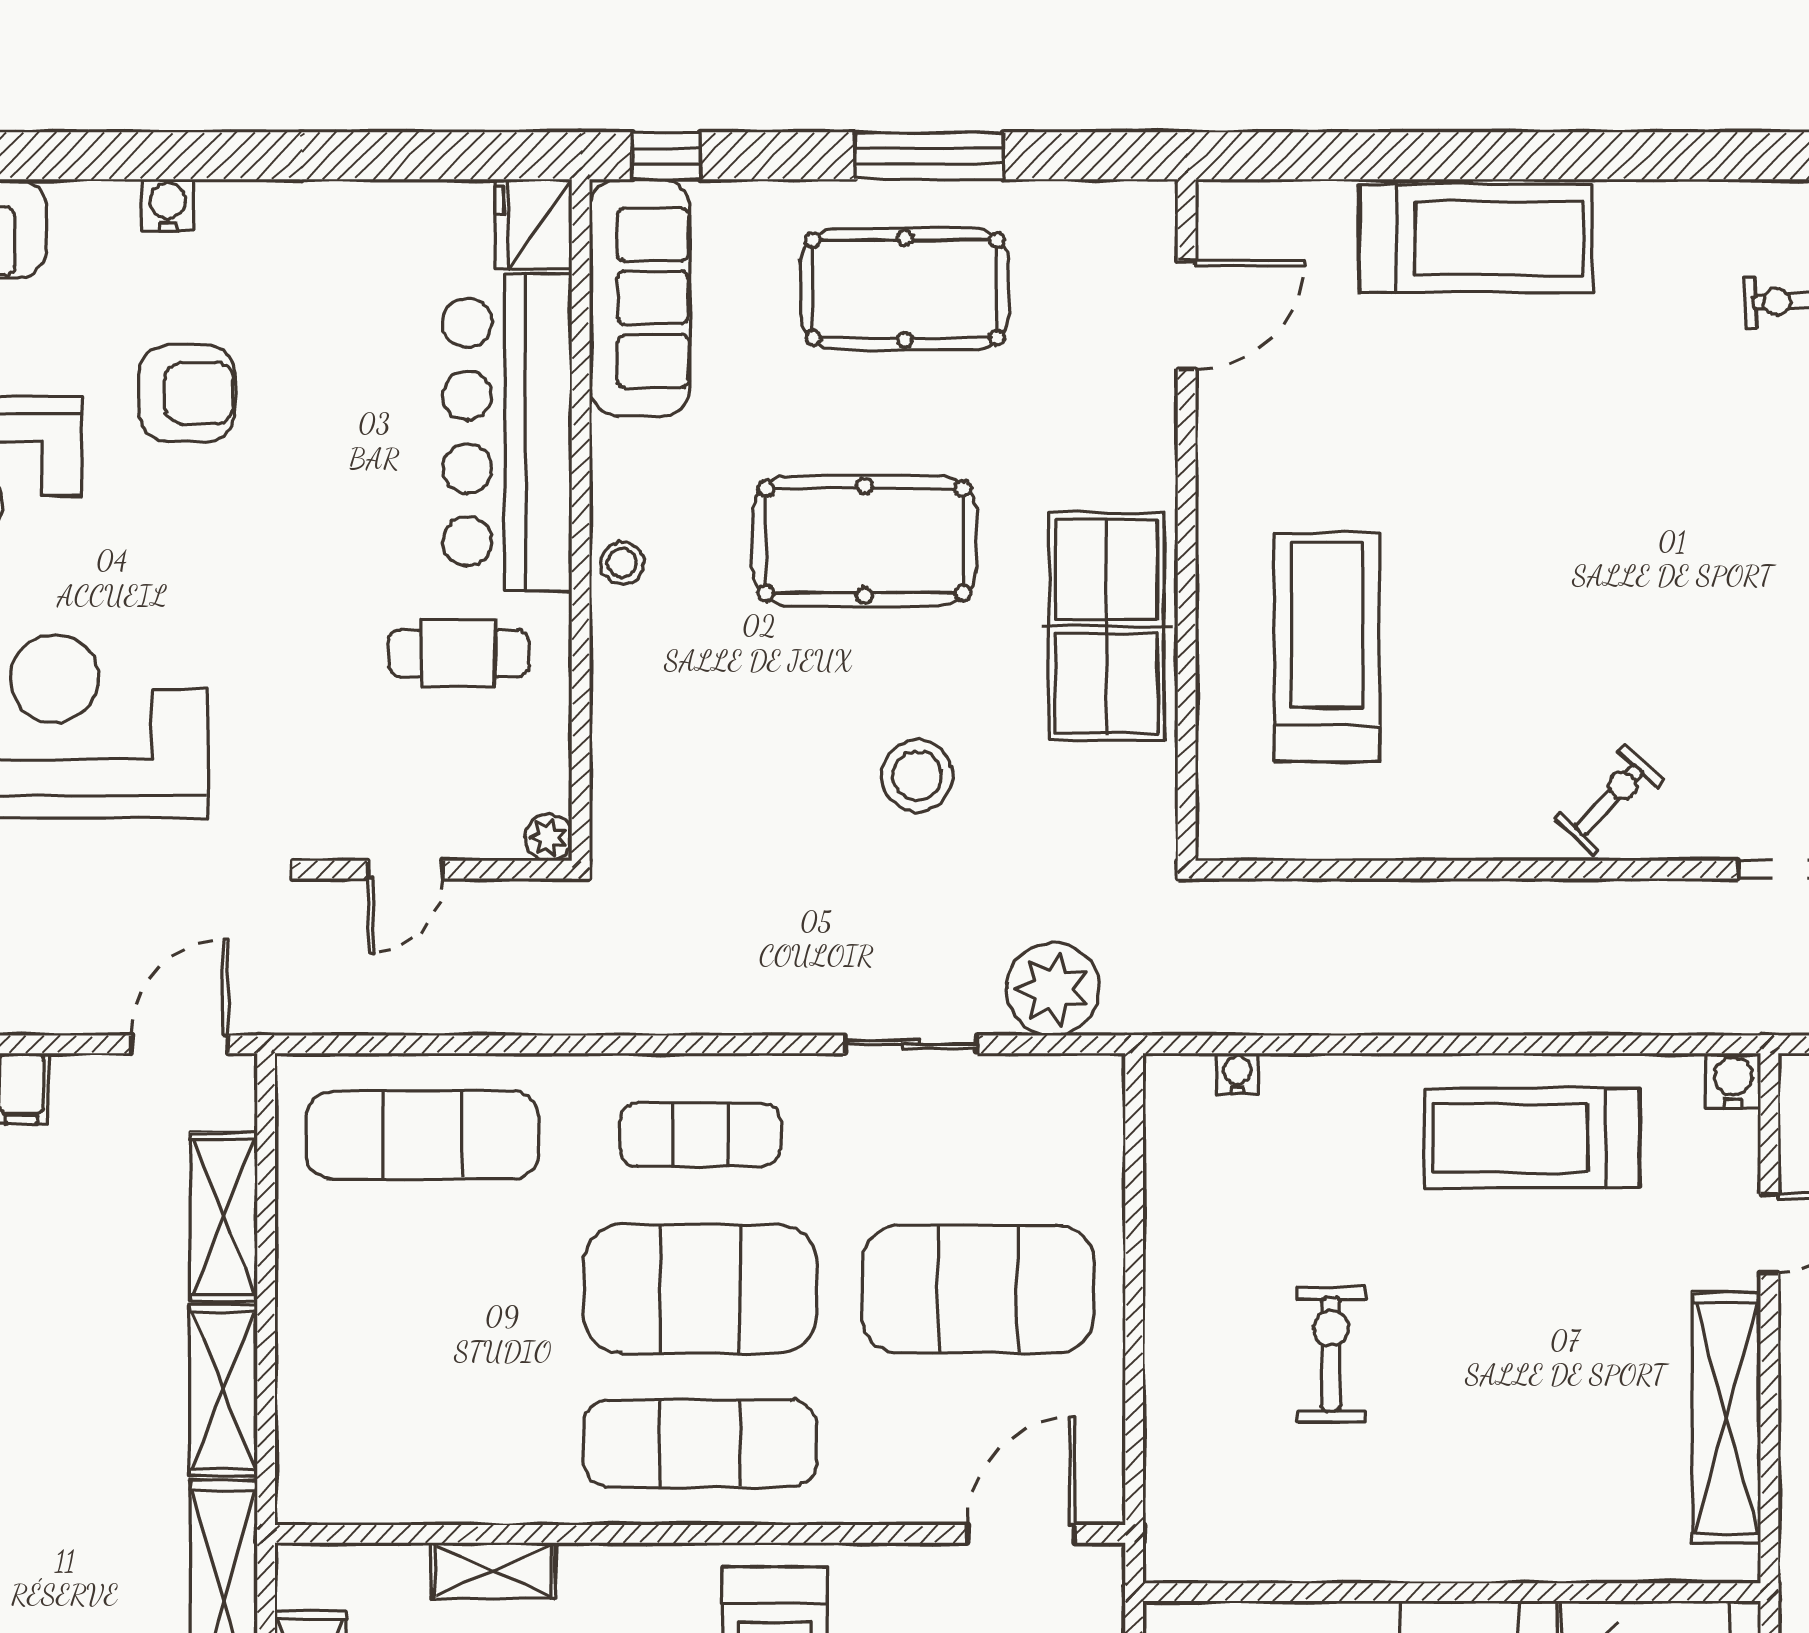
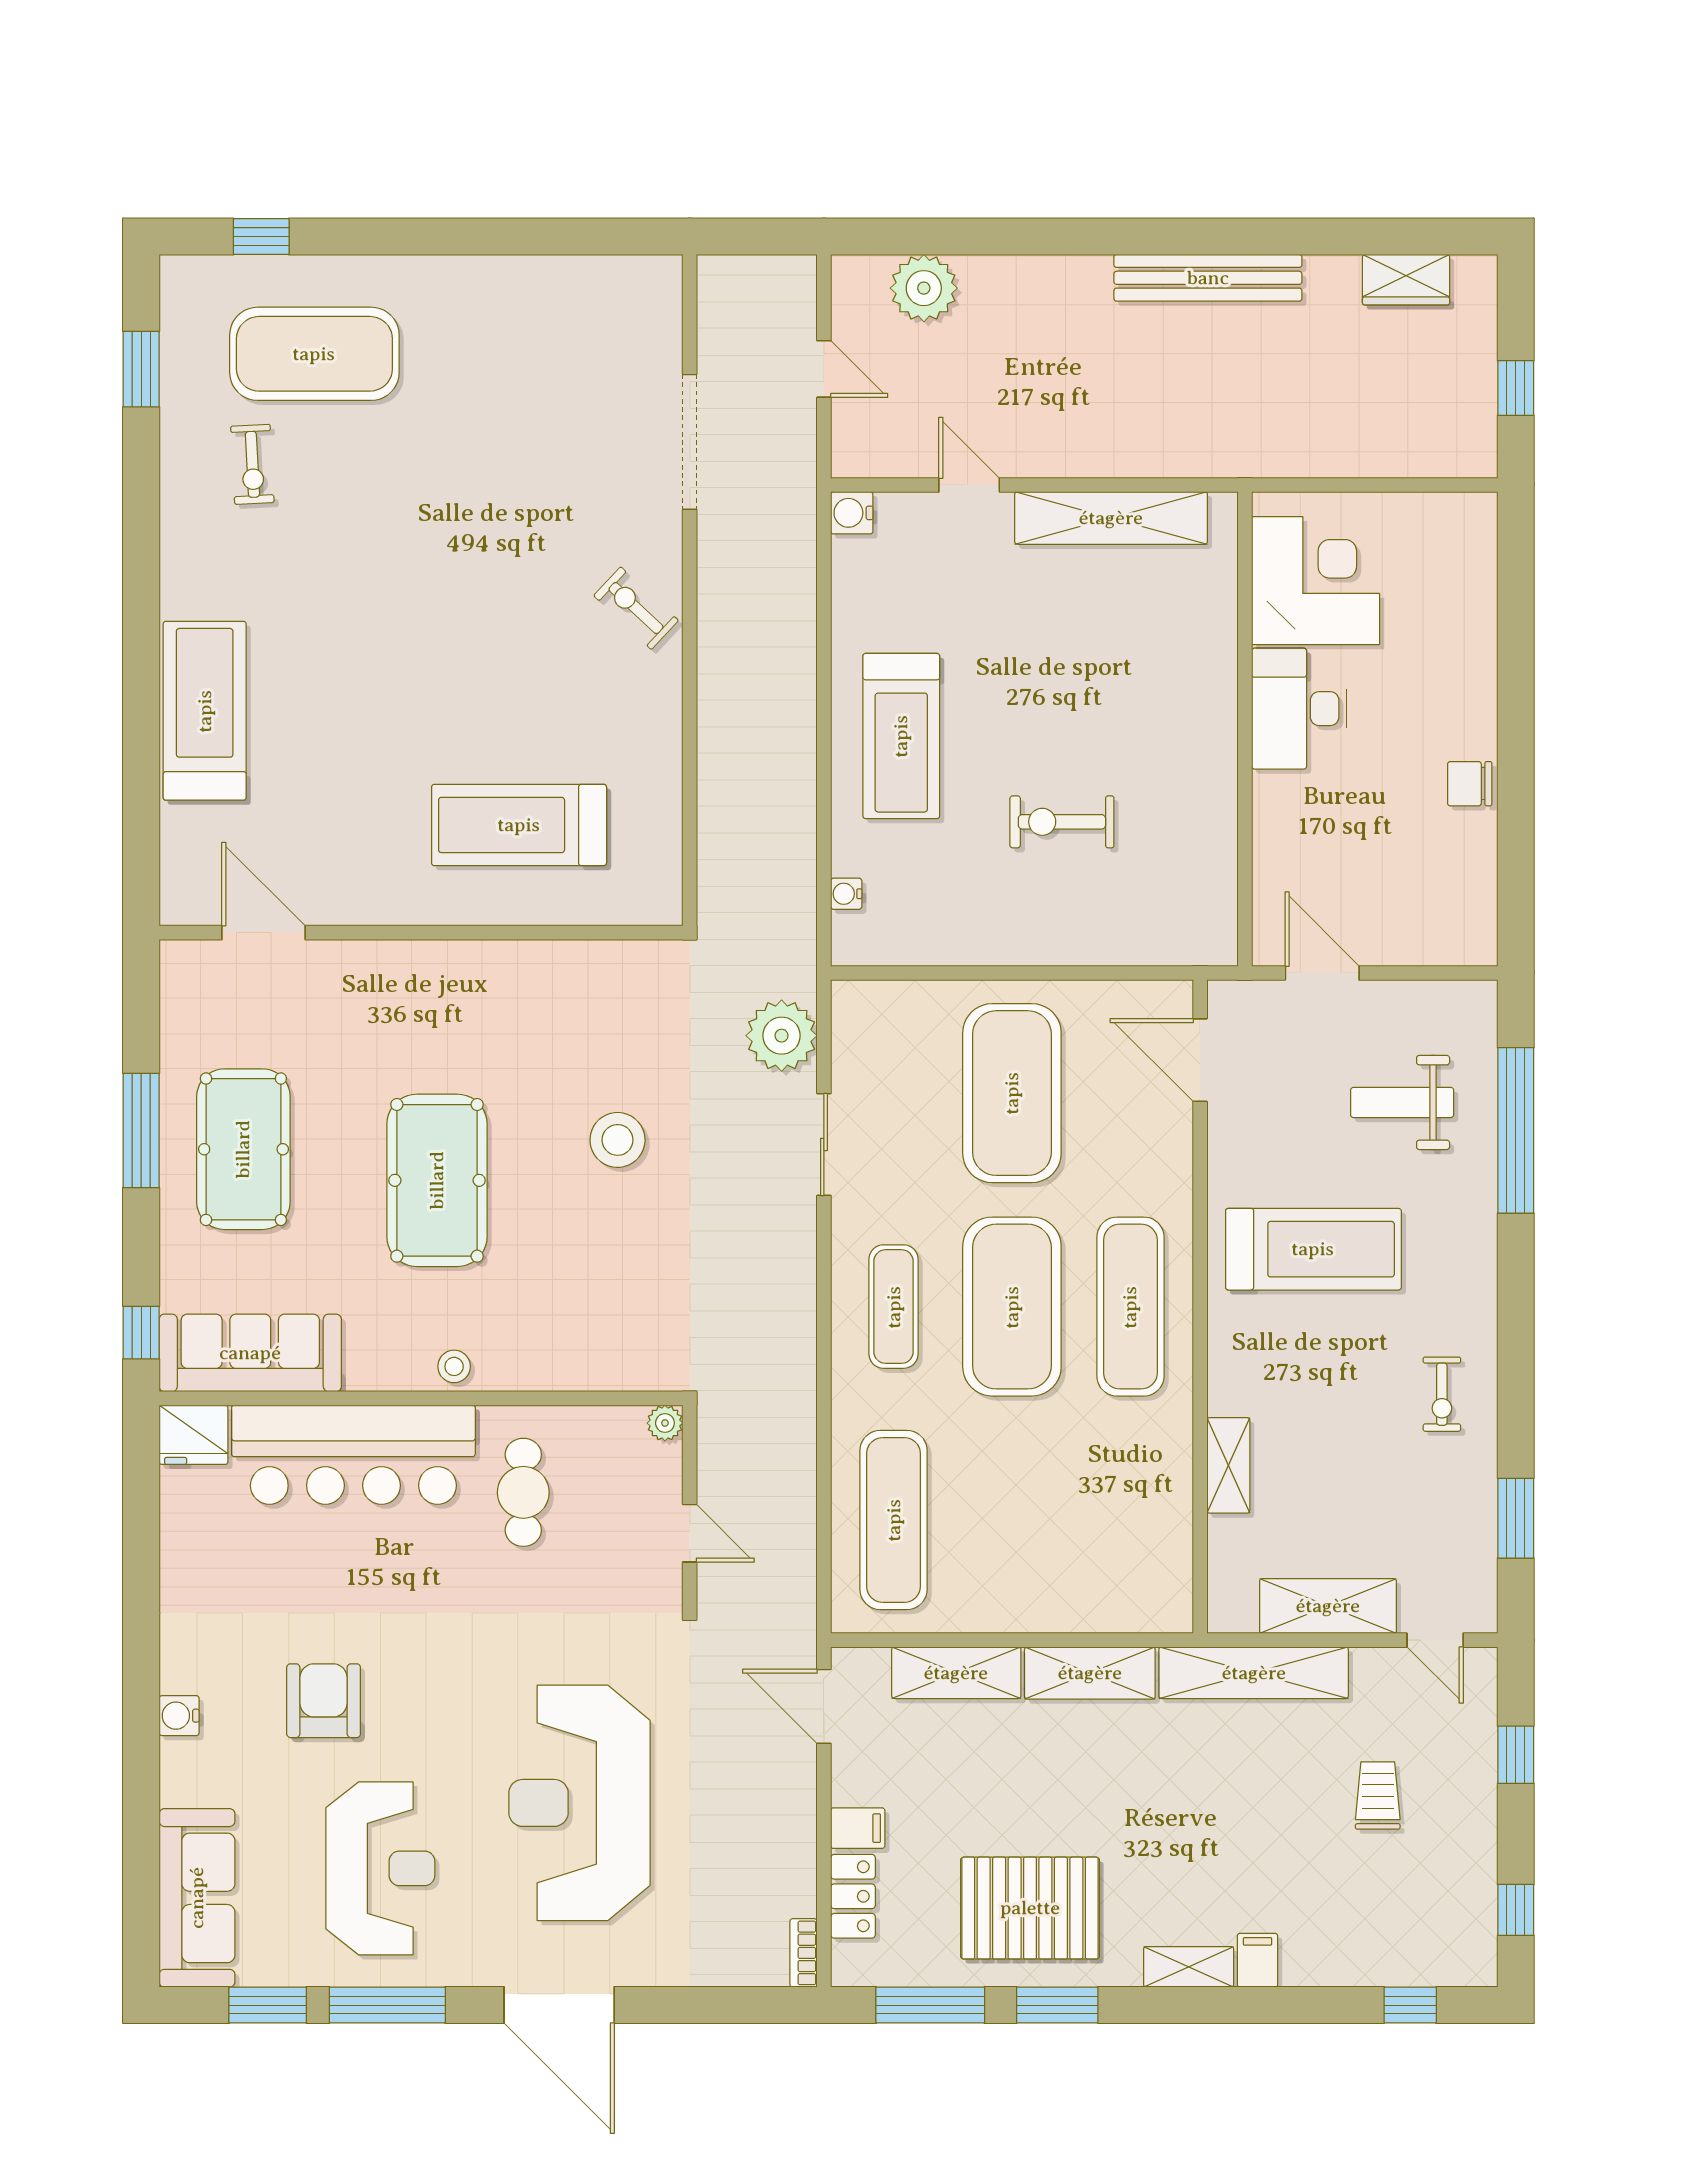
table tennis table: (1106, 627) -> (503, 994), removed
treadmill: (1532, 1138) -> (901, 736), moved

